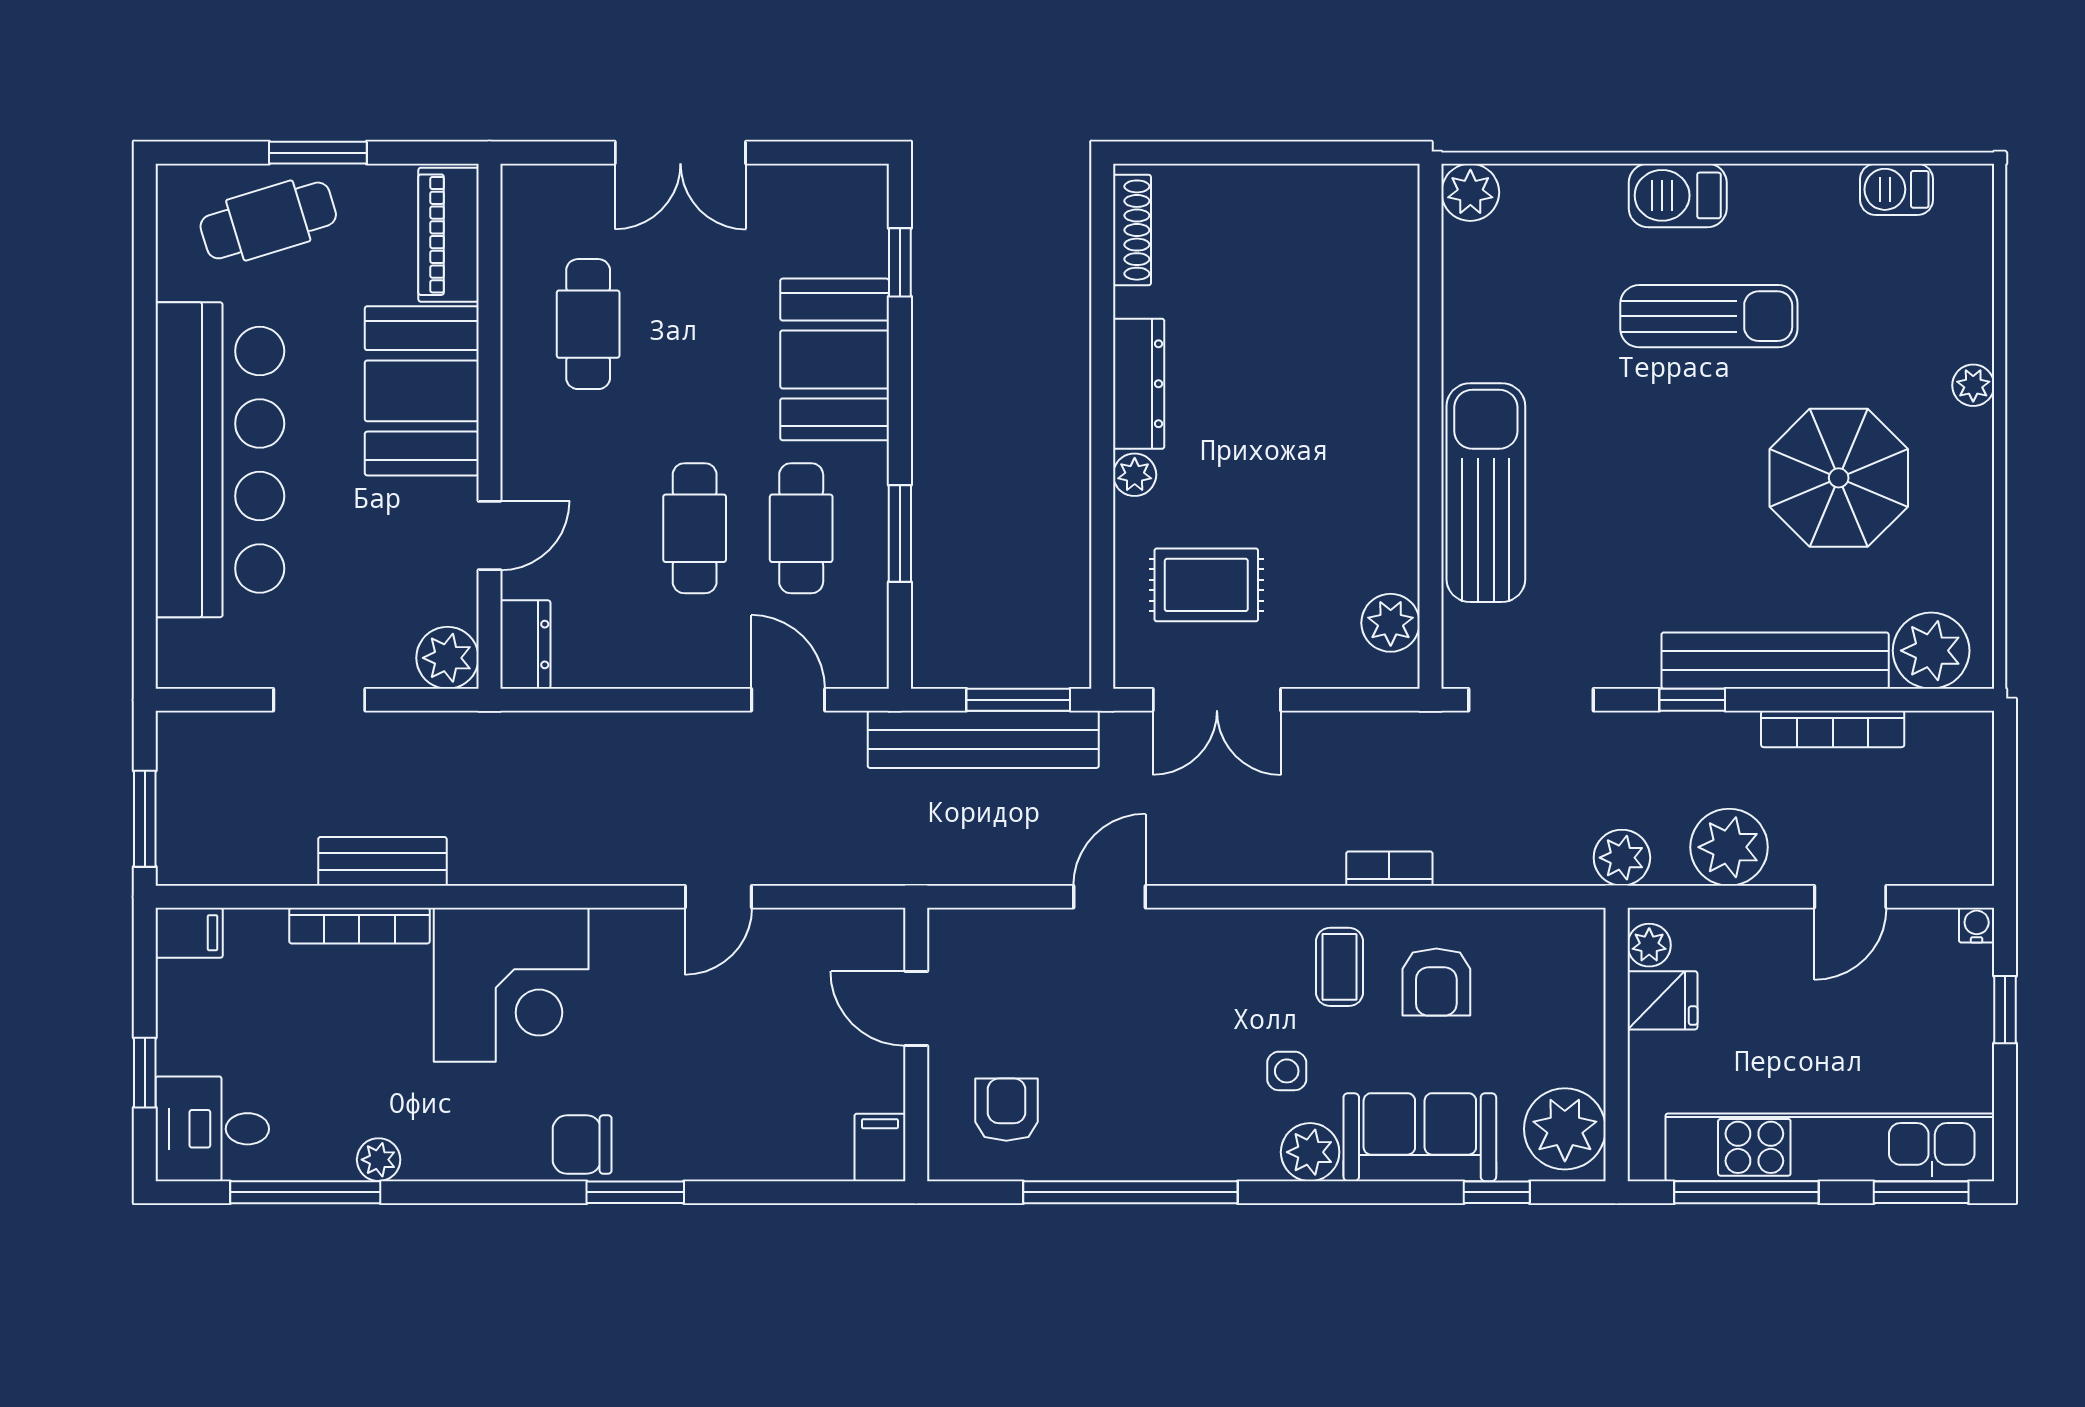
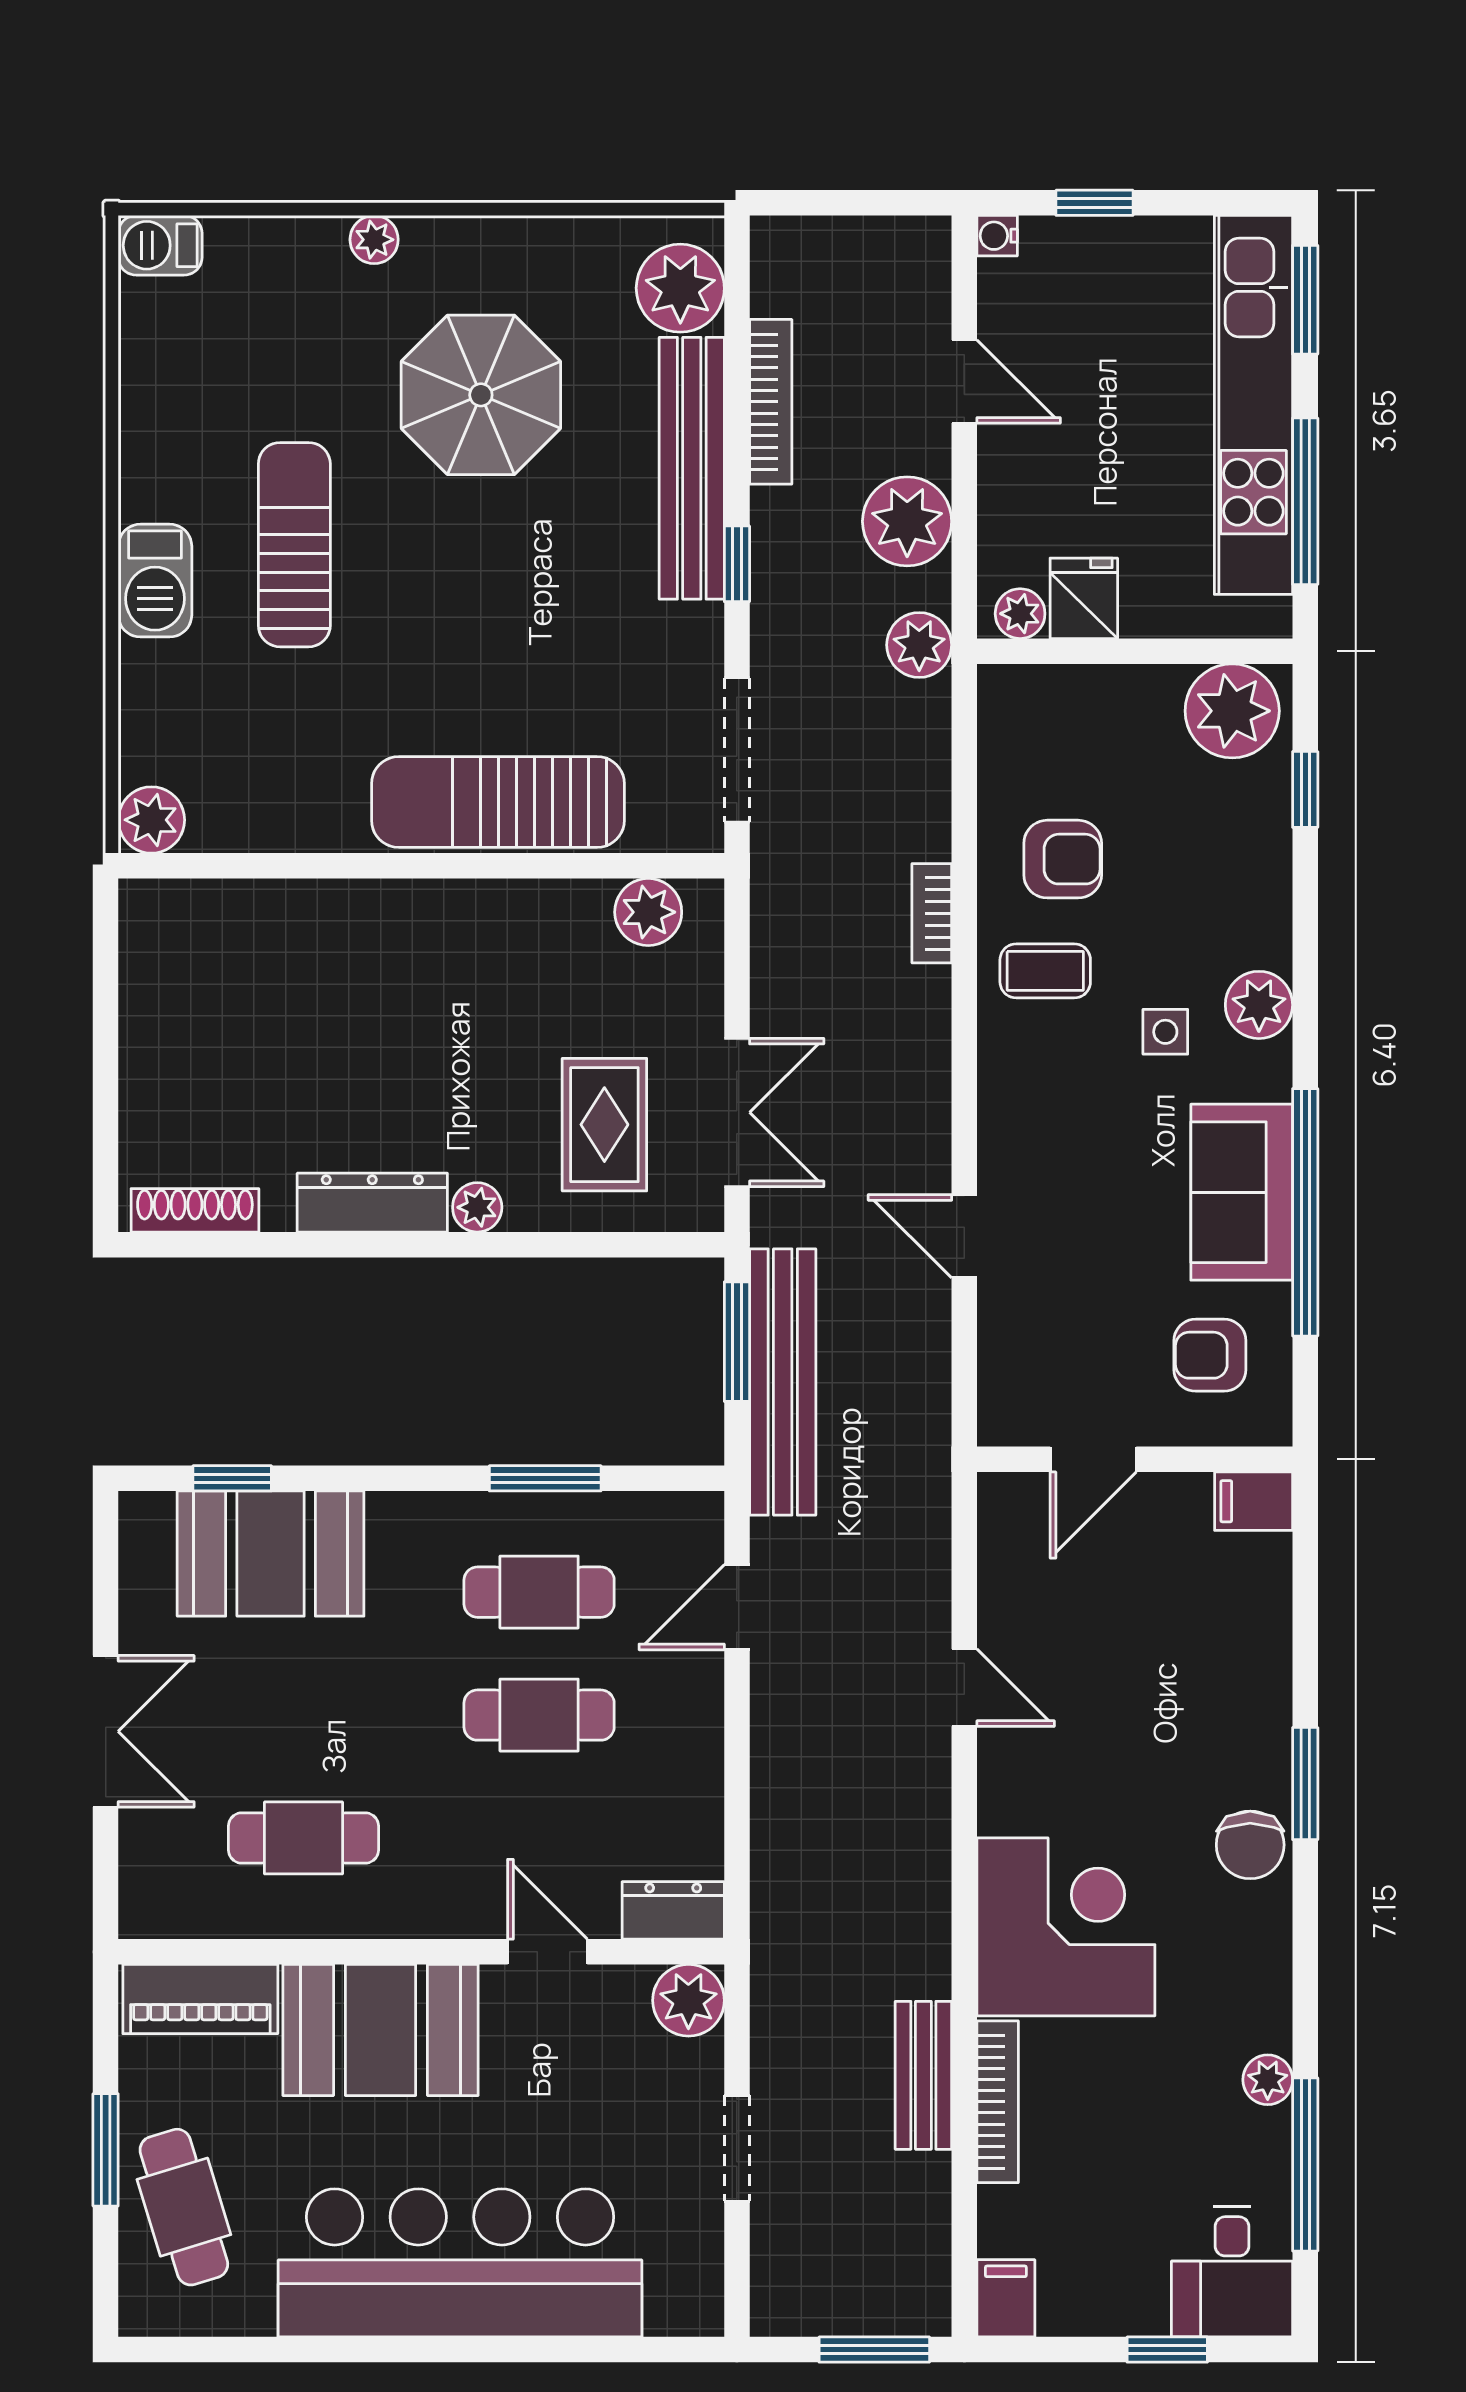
barbecue: (1897, 189) -> (160, 245), moved, turned 90
booth: (835, 359) -> (271, 1554), moved
sofa: (1420, 1137) -> (1242, 1192), moved

